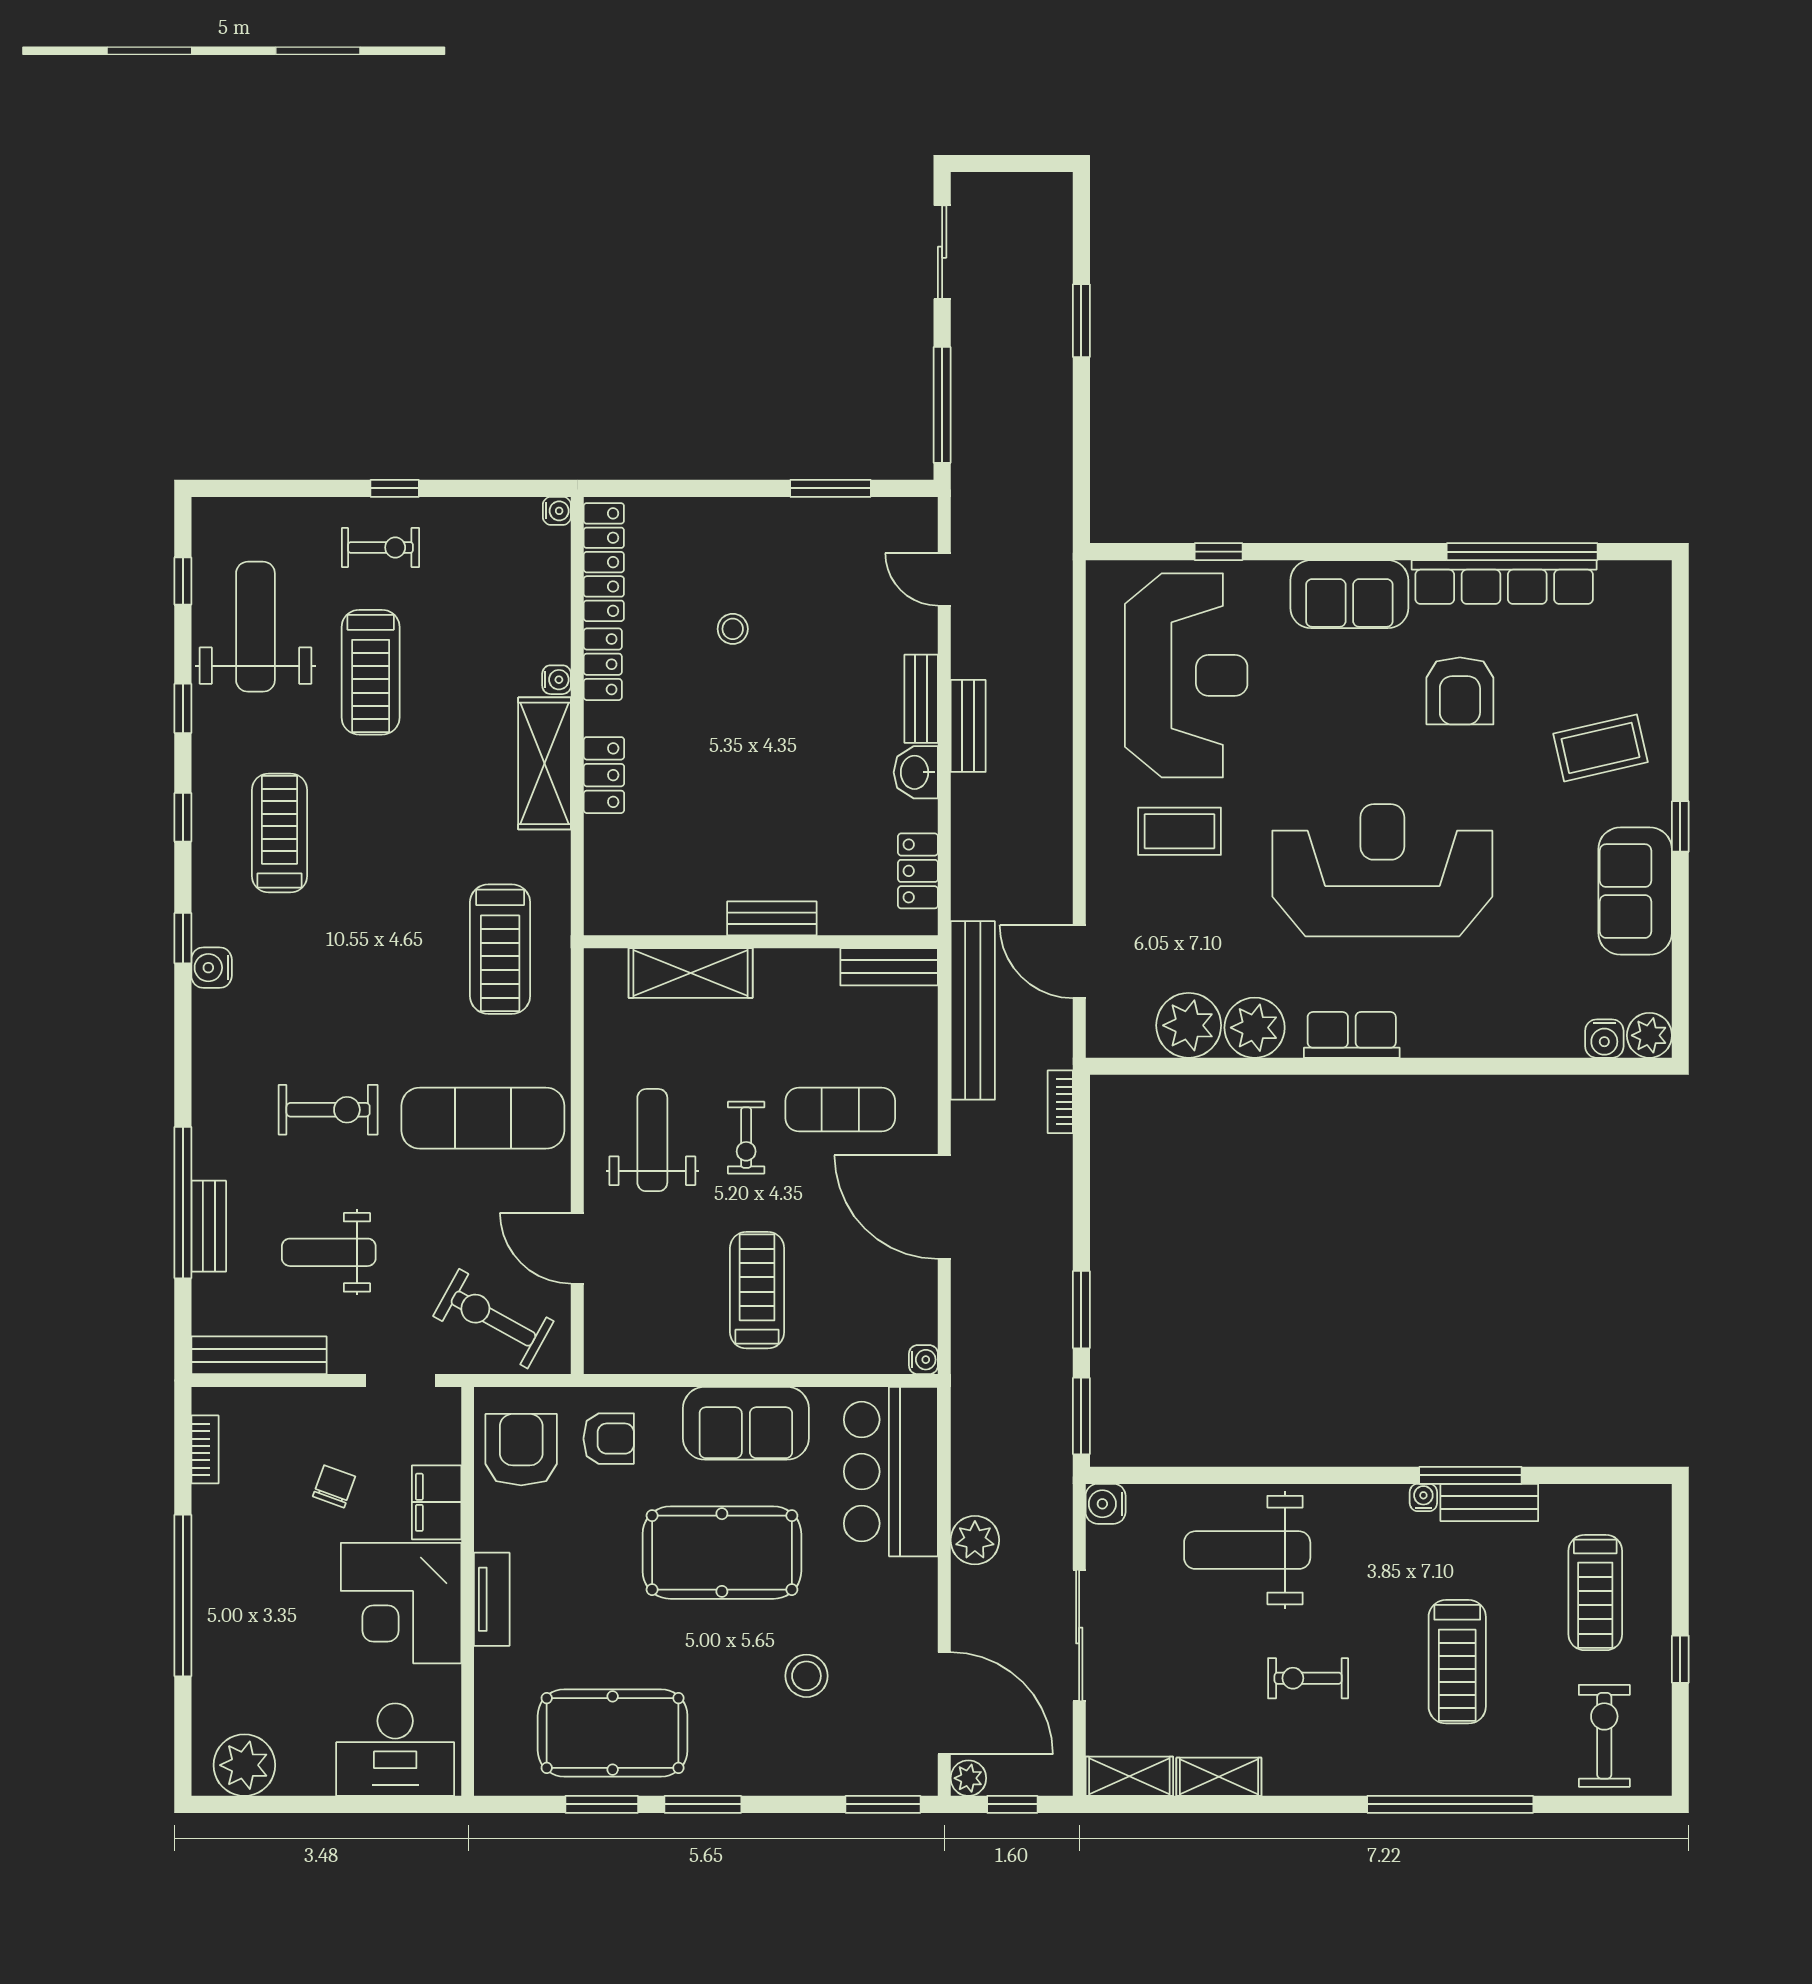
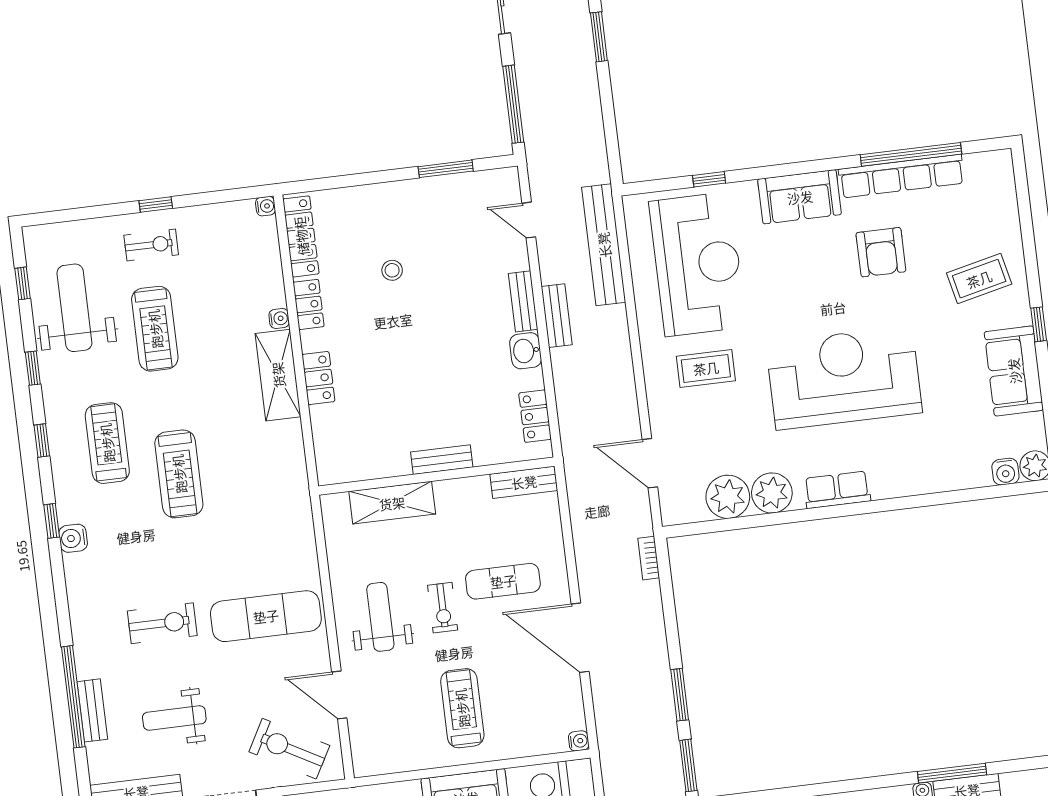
treadmill: (500, 949) -> (179, 474), moved
bench: (973, 1010) -> (604, 245), moved

